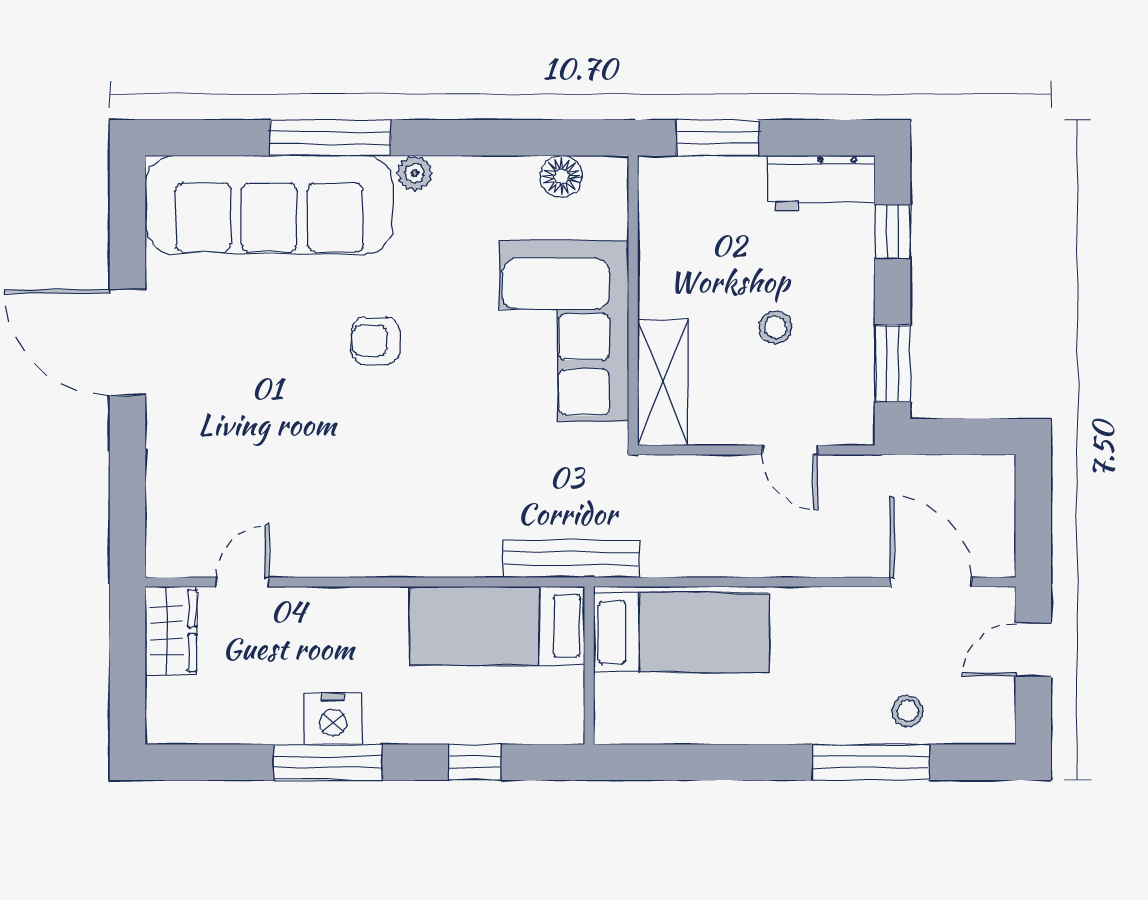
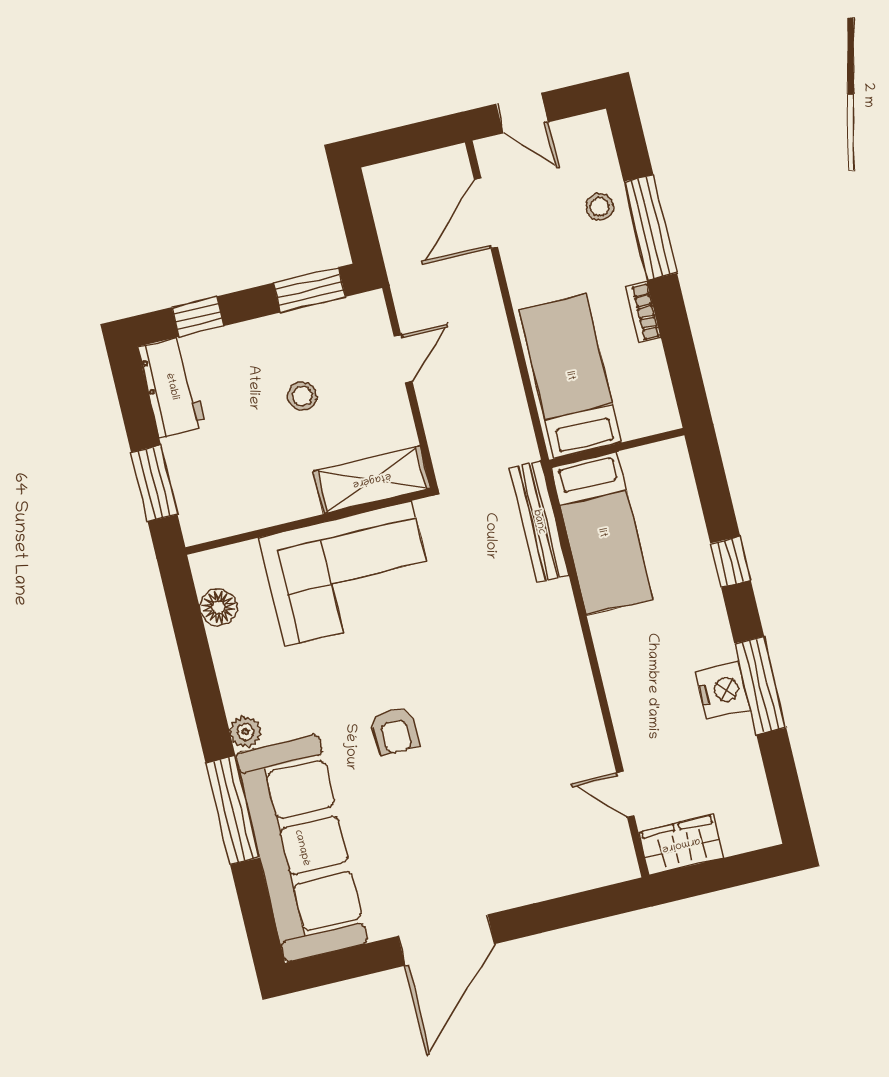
bed: (497, 626) -> (602, 533), moved
bed: (682, 633) -> (570, 376), moved
wall: (589, 665) -> (617, 448), moved
bookcase: (777, 731) -> (643, 313), added

